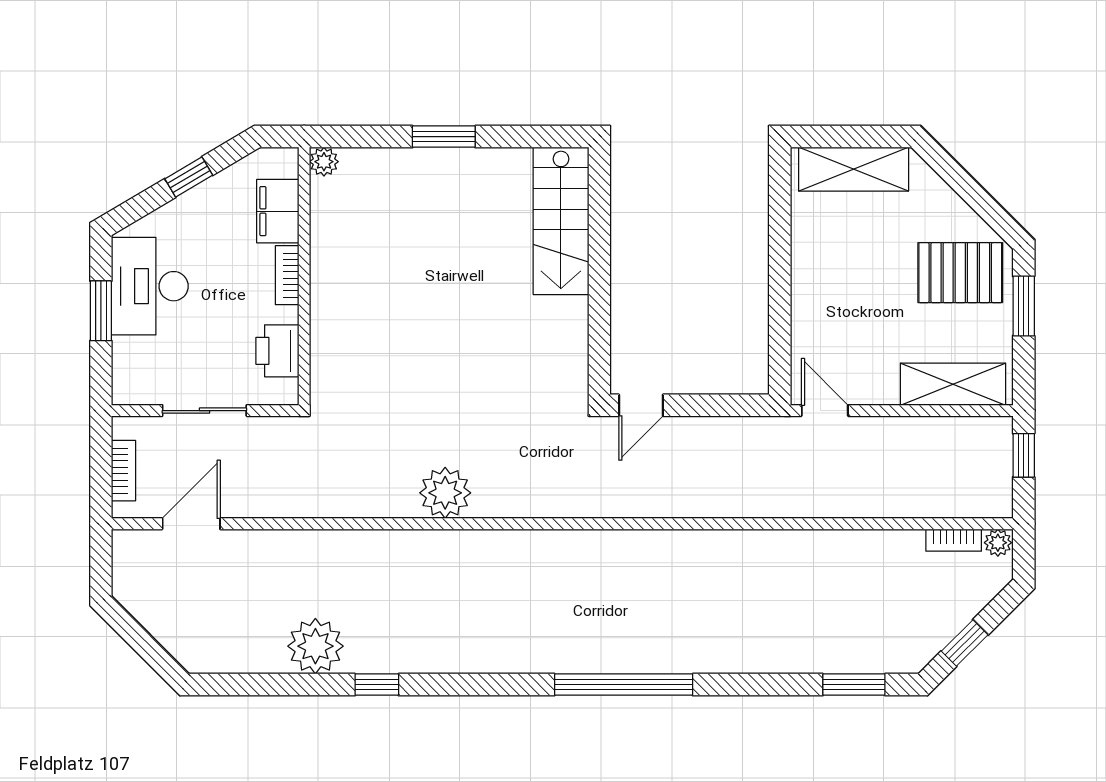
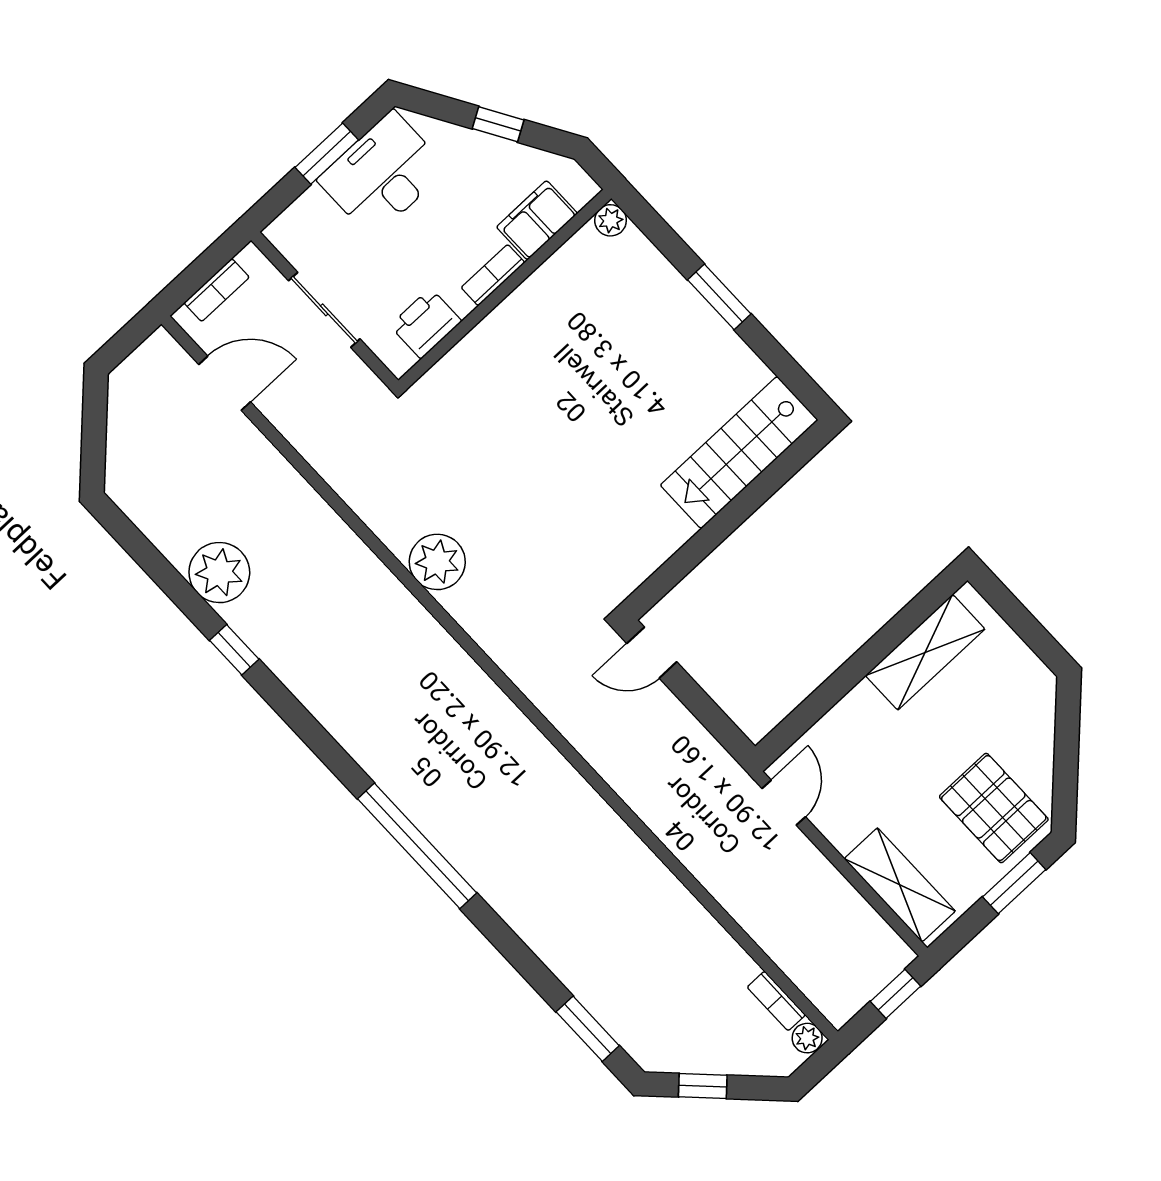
shelving: (854, 169) -> (925, 652), moved, turned 90

